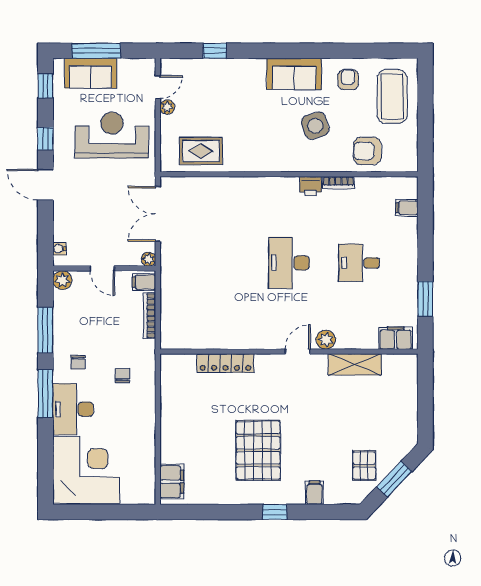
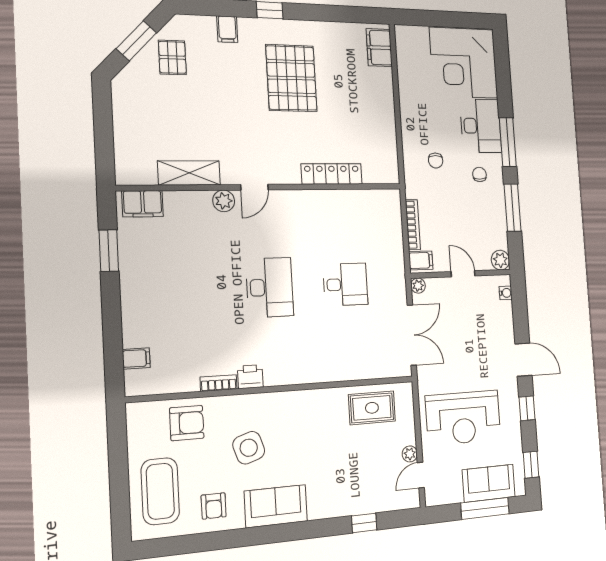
desk: (359, 263) -> (345, 284), moved

